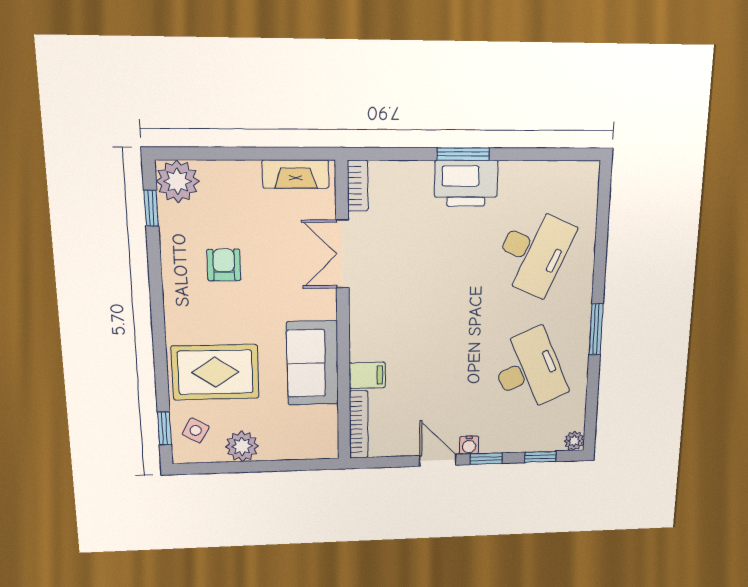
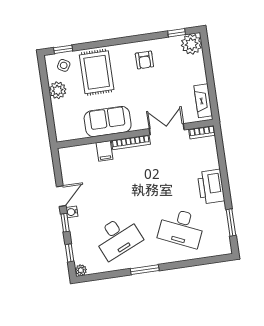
window: (463, 154) -> (231, 222), moved
armchair: (224, 265) -> (144, 60), moved, turned 90
bookcase: (359, 424) -> (131, 142), moved

